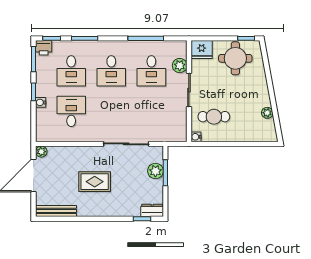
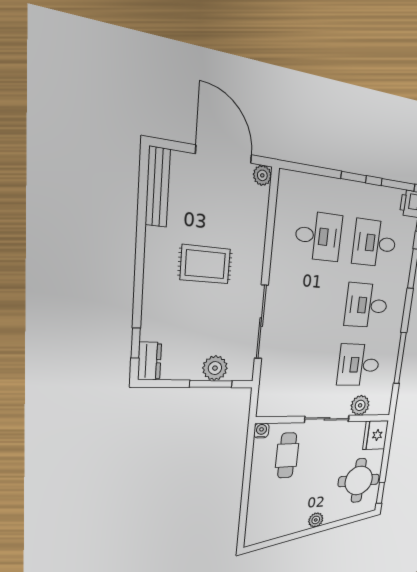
water cooler: (41, 102) -> (337, 187), removed
plant: (267, 113) -> (316, 520), moved
rug: (95, 182) -> (205, 264), turned 90

